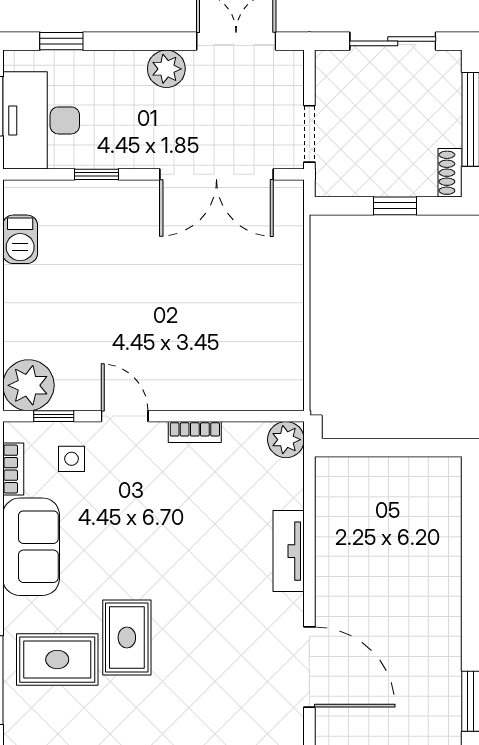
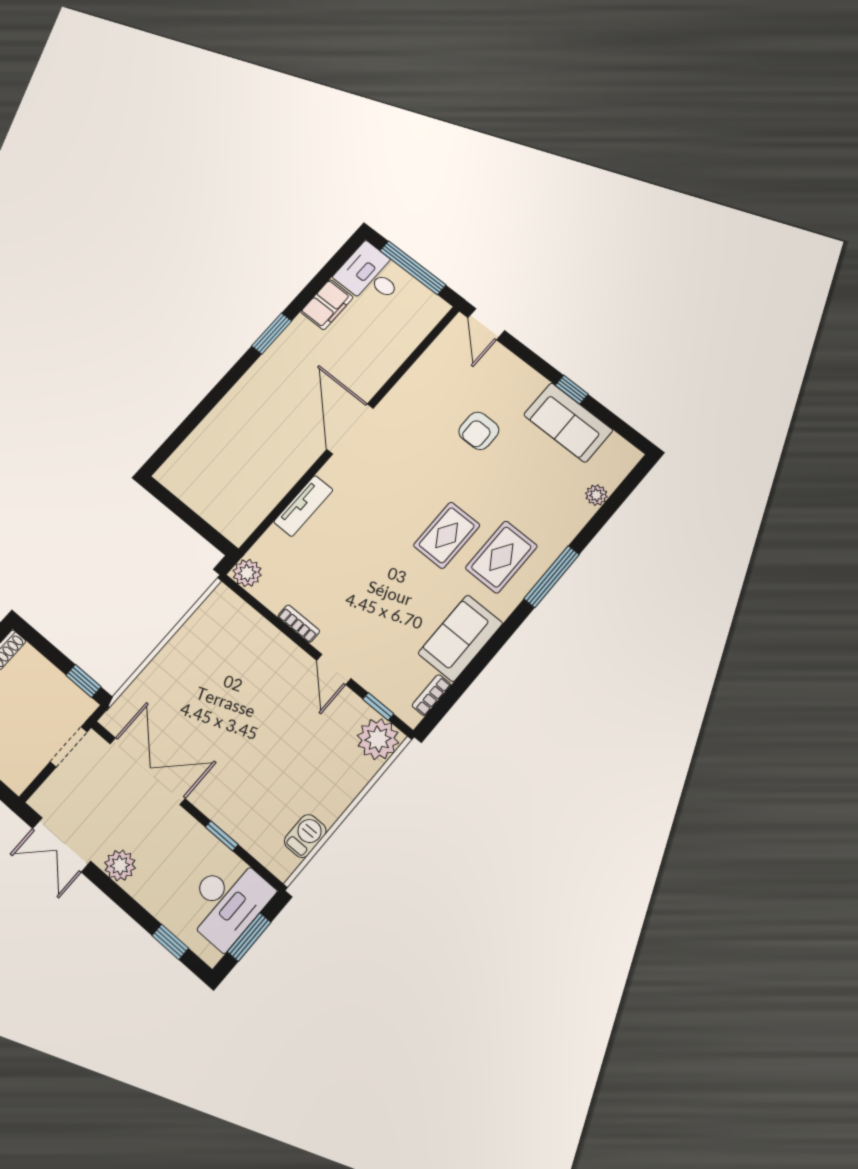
window: (395, 206) -> (83, 681), moved
side table: (71, 459) -> (389, 671), removed
rug: (57, 660) -> (501, 557), turned 90

